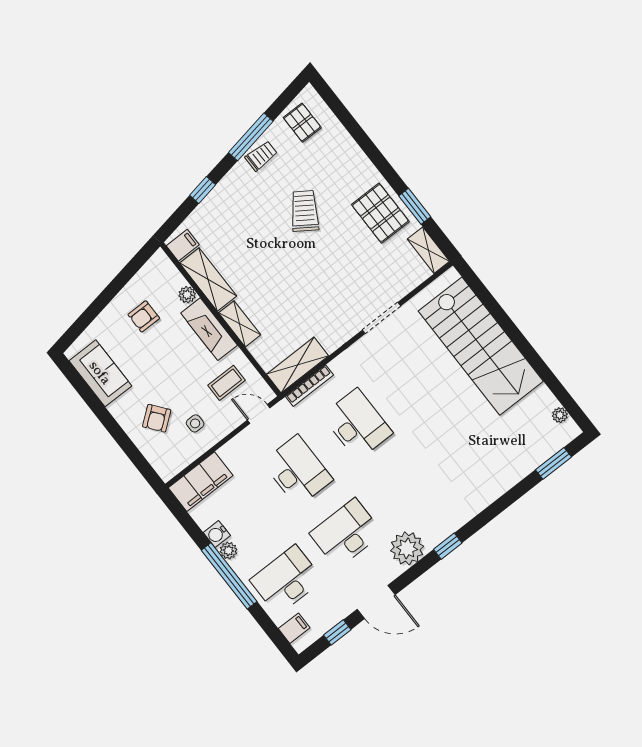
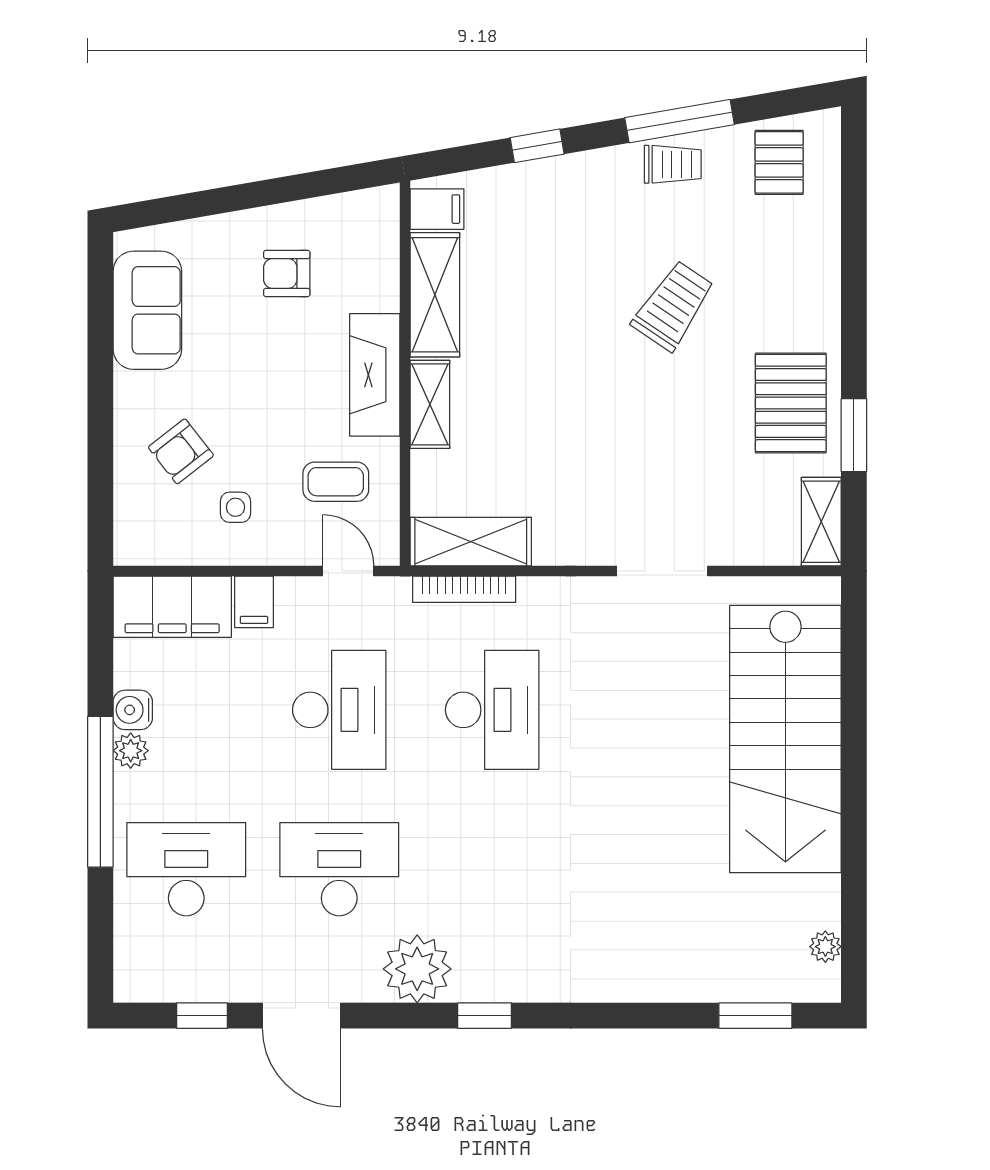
plant: (187, 295) -> (383, 293), removed
filing cabinet: (294, 628) -> (254, 602), moved, turned 90

